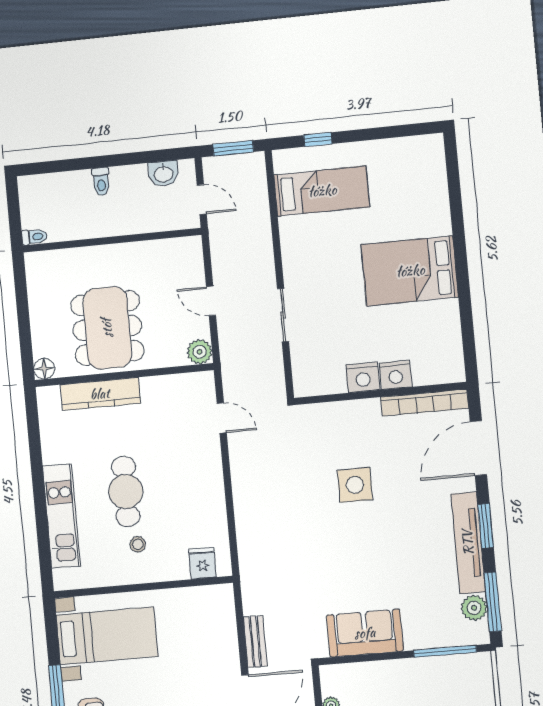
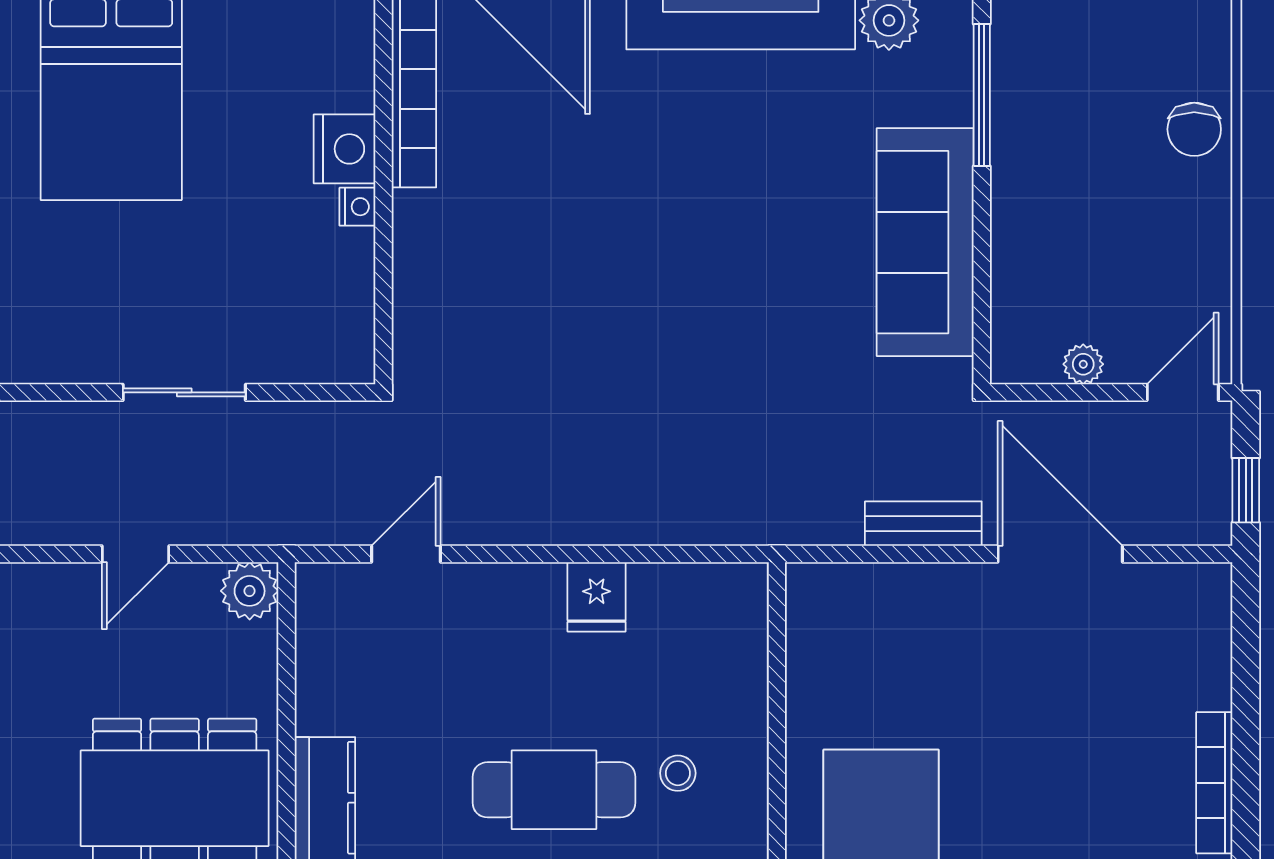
nightstand: (363, 377) -> (357, 207), width x0.53, depth x0.56
side table: (355, 485) -> (586, 264), removed
fridge: (202, 563) -> (597, 597), moved, turned -90
sofa: (365, 633) -> (925, 242), width x1.36

